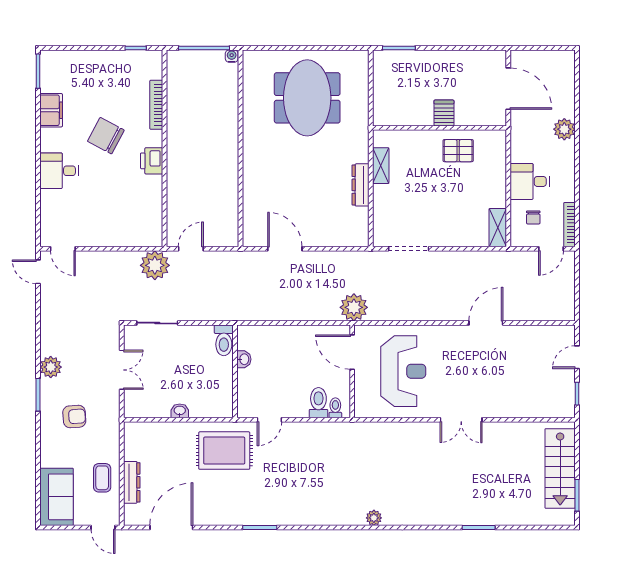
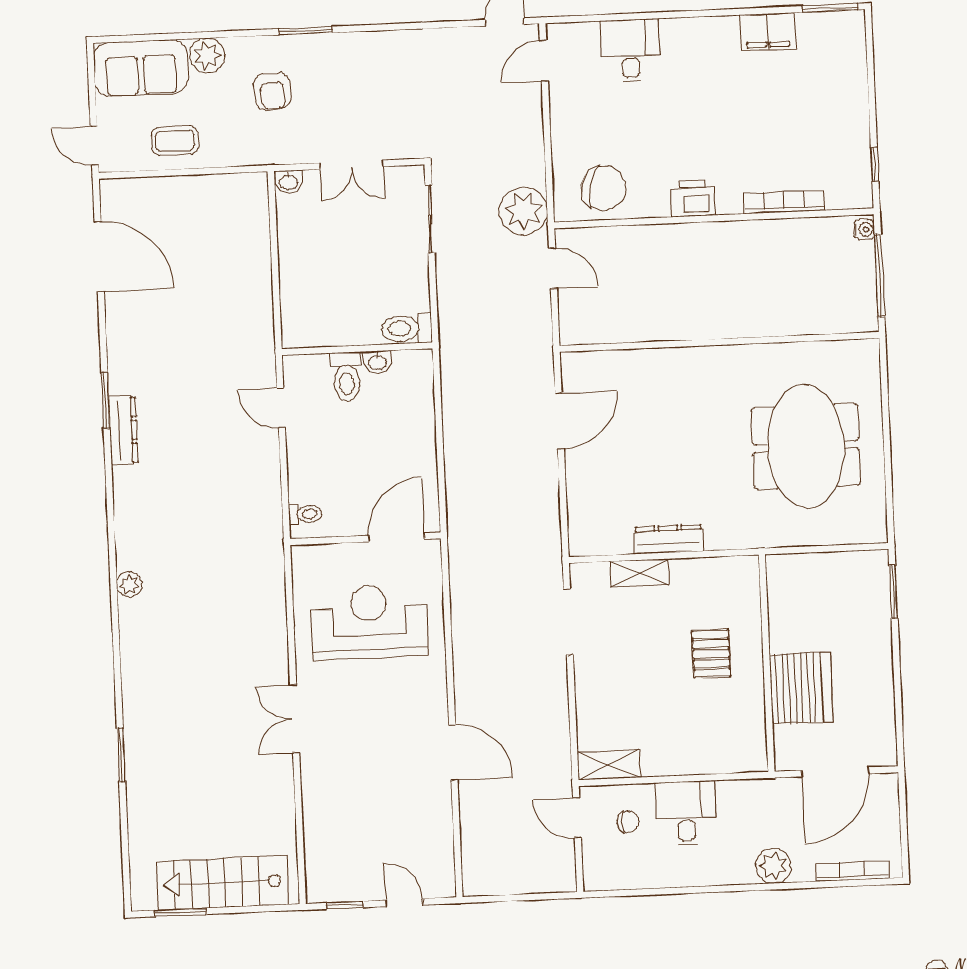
water cooler: (232, 56) -> (864, 229), moved
meeting table: (307, 98) -> (806, 446), turned 90
server rack: (444, 113) -> (801, 688), width x2.18, depth x1.44
chair: (106, 136) -> (604, 188), moved, turned 75
pallet: (458, 151) -> (711, 654), moved
shelving: (381, 166) -> (639, 573), moved
desk: (59, 171) -> (630, 51), moved
chair: (533, 217) -> (628, 822), turned 180
bookcase: (569, 225) -> (852, 871), moved
door: (551, 249) -> (577, 818), moved
plant: (354, 307) -> (469, 537), removed
plant: (51, 367) -> (207, 56), moved
reception desk: (403, 371) -> (369, 622), turned 180
toilet: (318, 403) -> (347, 377), moved, turned 90
washbasin: (180, 411) -> (288, 182), moved, turned 90
rug: (224, 451) -> (228, 337), removed
dresser: (132, 482) -> (123, 430), moved, turned -90
door: (103, 527) -> (94, 146), hinge flipped

